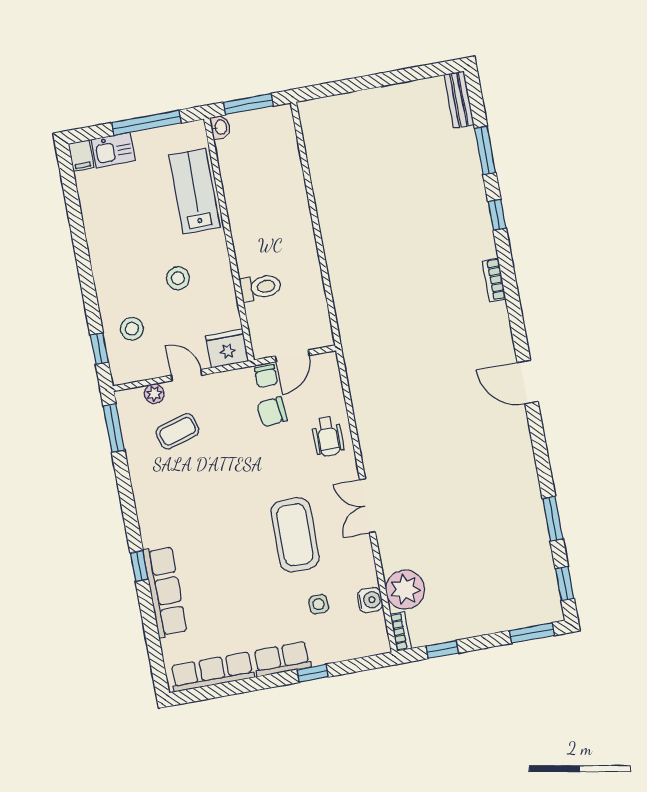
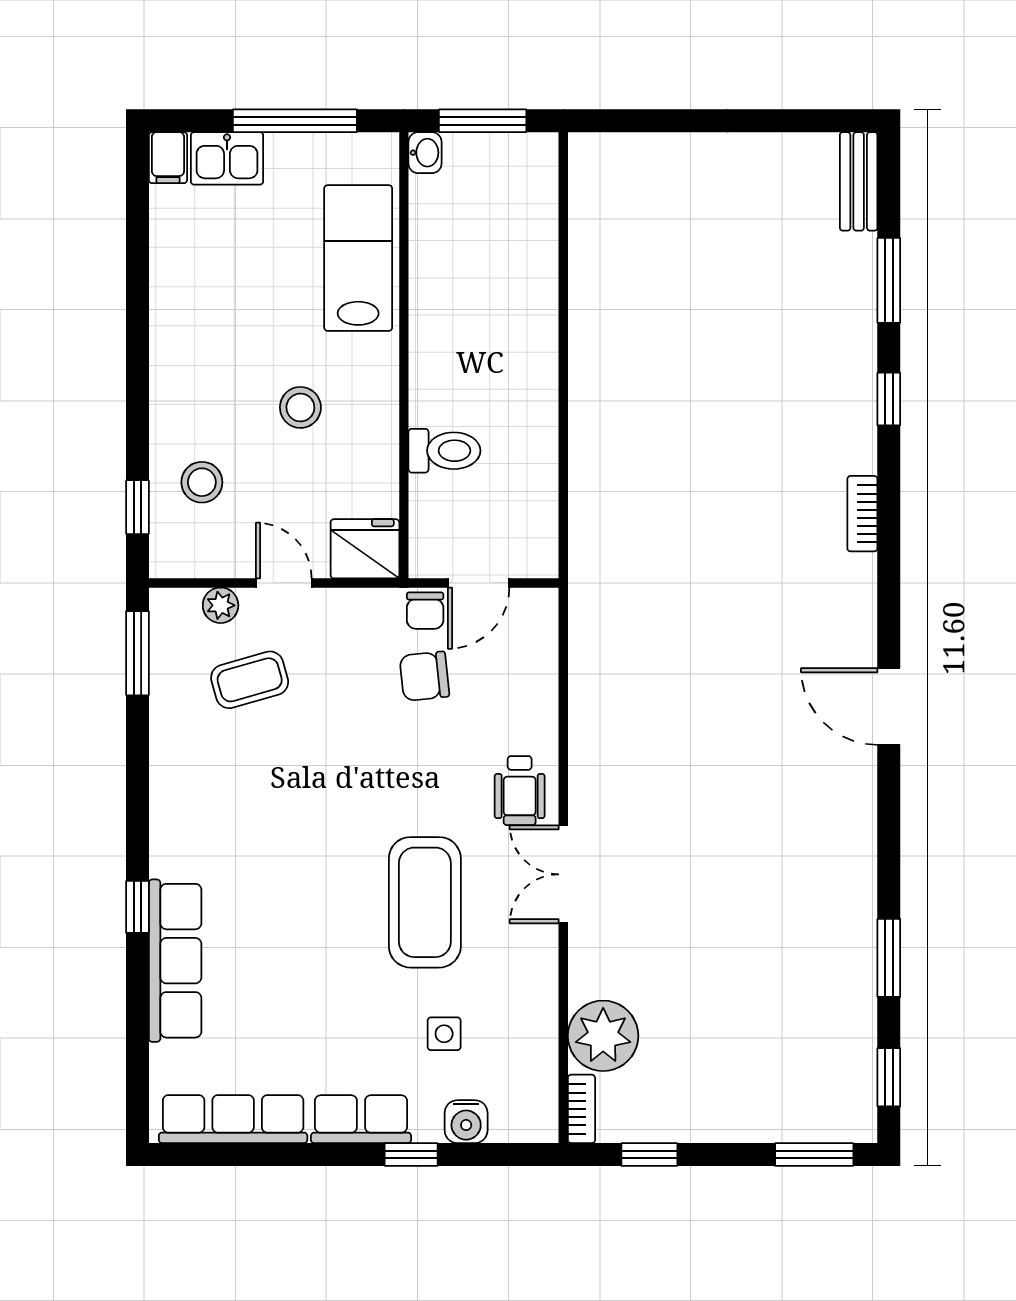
wheelchair: (328, 436) -> (520, 791), moved
water cooler: (370, 600) -> (466, 1122), moved, turned 90

